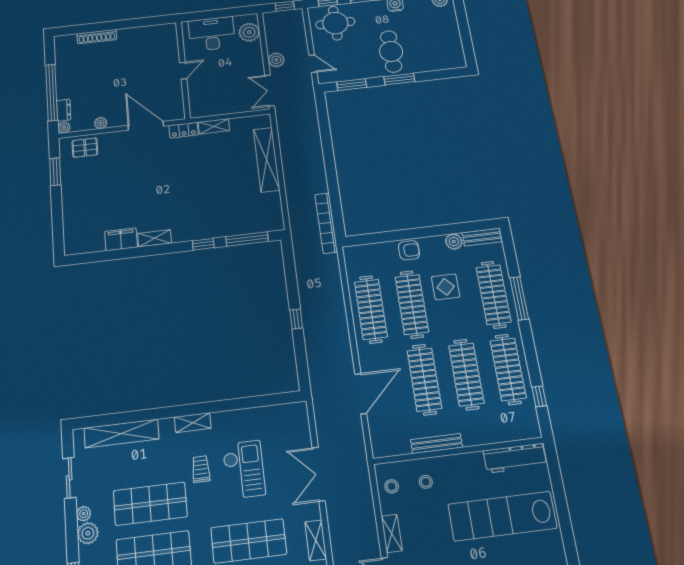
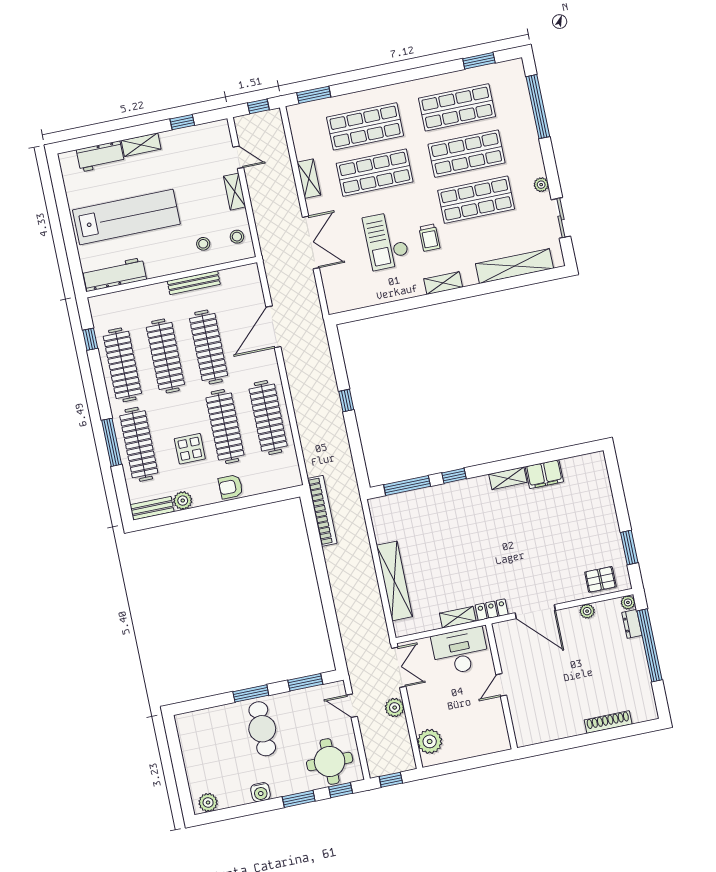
desk: (212, 34) -> (460, 651), moved, turned 180
plant: (88, 533) -> (534, 166), removed

